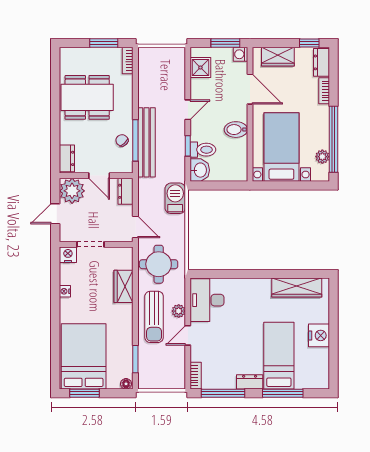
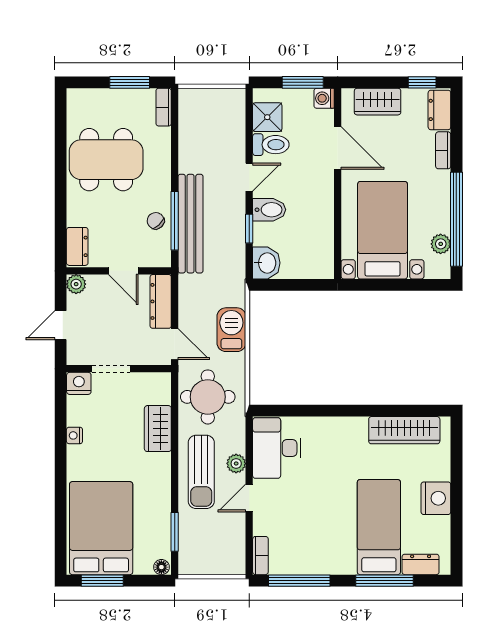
bidet: (236, 130) -> (269, 210), moved, turned 180
toilet: (203, 150) -> (271, 145), moved
plant: (72, 191) -> (76, 284), width x0.53, depth x0.53
dresser: (126, 191) -> (161, 301), width x1.44
barbecue: (175, 198) -> (231, 330), moved
dresser: (250, 382) -> (421, 564), moved

